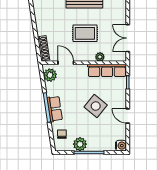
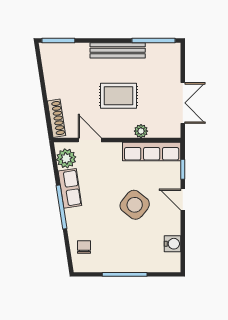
double door: (128, 38) -> (183, 103), swing flipped
row of seats: (55, 109) -> (70, 188), moved
door: (128, 116) -> (183, 200), moved
plant: (80, 144) -> (111, 262), removed
water cooler: (121, 146) -> (173, 244), moved

